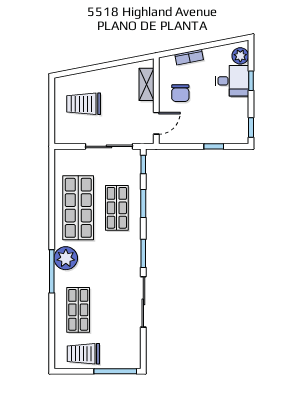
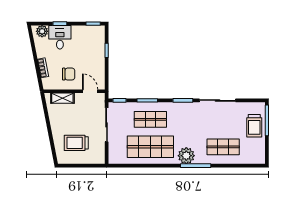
trolley: (84, 104) -> (76, 143), turned 90
trolley: (83, 354) -> (254, 126), moved

